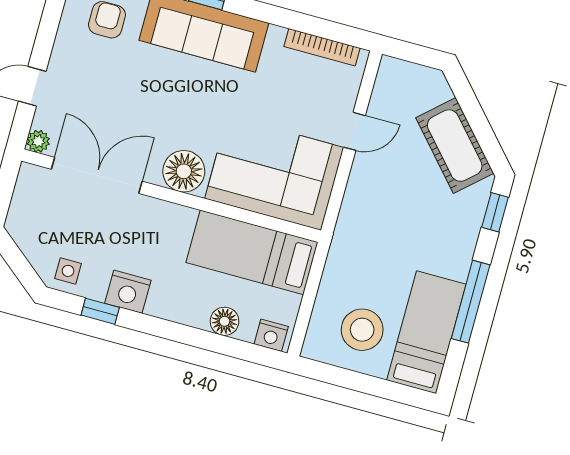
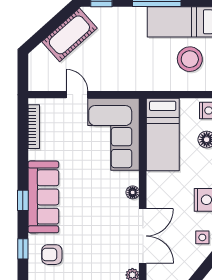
floor lamp: (184, 171) -> (133, 192), width x0.53, depth x0.53
double door: (97, 175) -> (143, 236), swing flipped

